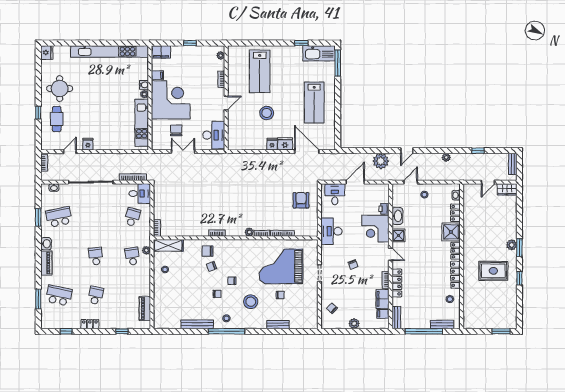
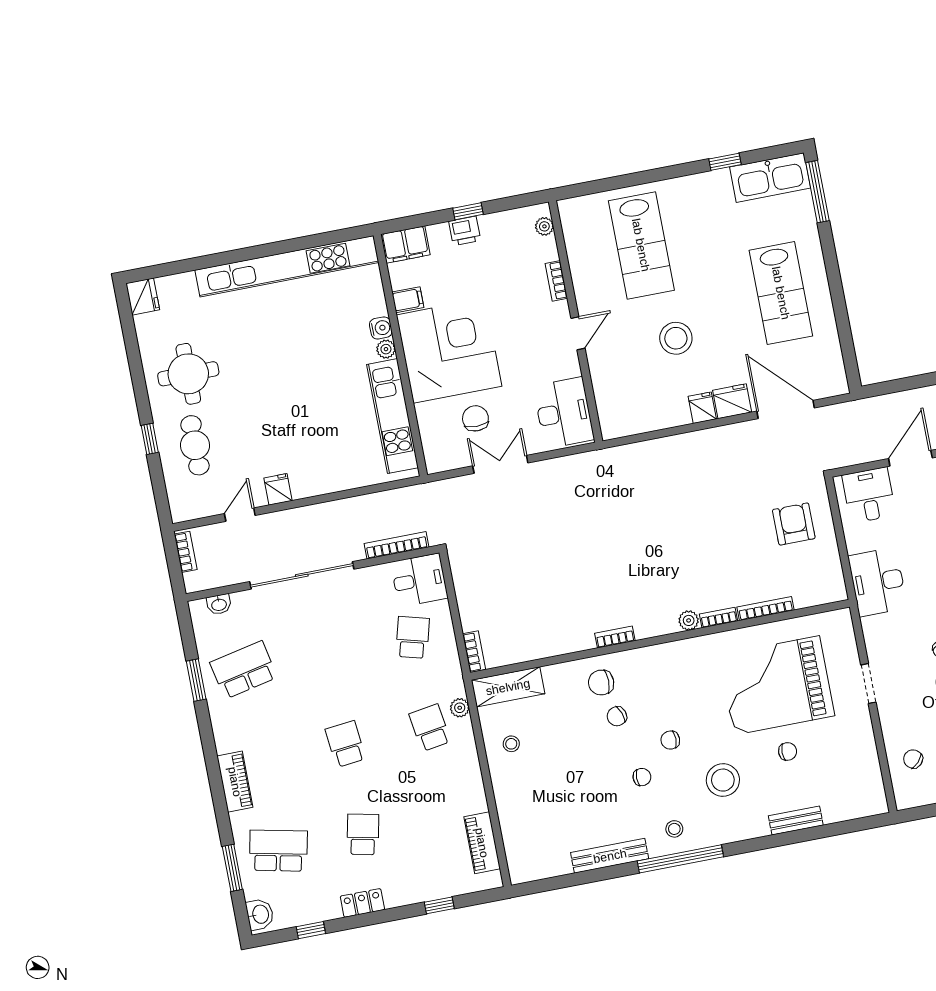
printer: (187, 51) -> (465, 231), added
washbasin: (46, 244) -> (260, 914), moved

